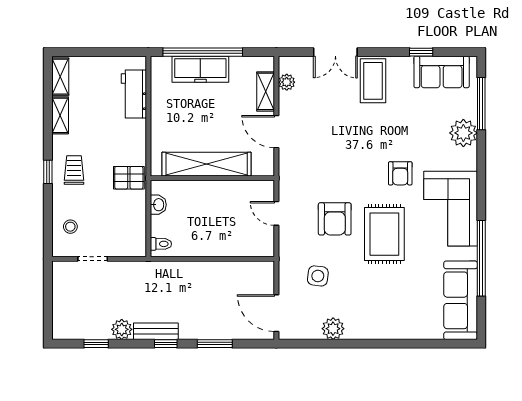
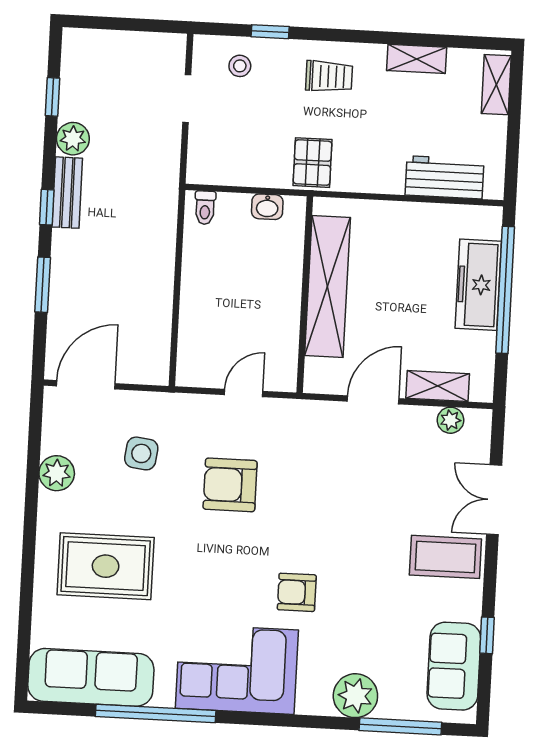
shelving: (60, 77) -> (496, 85), moved, turned 90
window: (48, 172) -> (270, 32), moved
rug: (384, 234) -> (106, 566), moved

